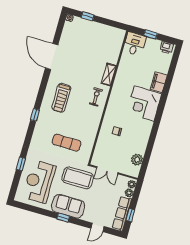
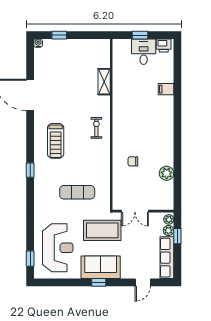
desk: (135, 44) -> (144, 52), moved
shelving: (109, 74) -> (104, 82), moved
filing cabinet: (159, 82) -> (166, 89), width x0.50
corner desk: (144, 103) -> (156, 119), removed
plant: (137, 160) -> (167, 173), moved
window: (21, 164) -> (30, 259), moved
reception desk: (39, 182) -> (58, 248), turned 180
window: (130, 215) -> (177, 236), moved

